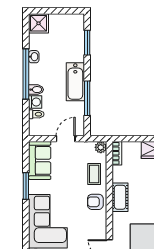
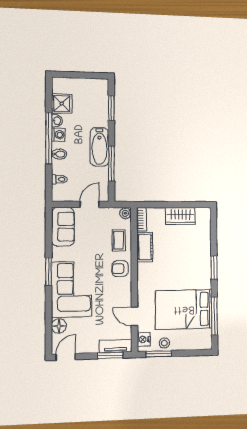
shower: (39, 23) -> (62, 104), moved
washing machine: (35, 102) -> (58, 135), moved
window: (26, 186) -> (49, 271), moved
cot: (120, 197) -> (145, 247), moved

